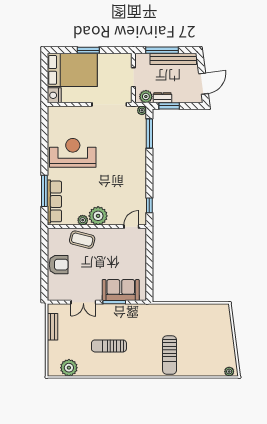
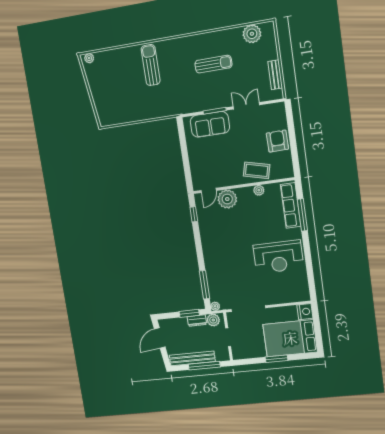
plant: (98, 216) -> (227, 199), moved
armchair: (59, 265) -> (277, 141), turned 89

